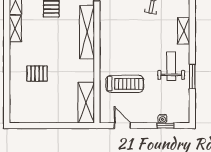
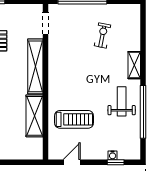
window: (192, 77) -> (143, 112), width x2.11
shelving: (86, 103) -> (34, 116), moved
door: (122, 126) -> (72, 162), hinge flipped

